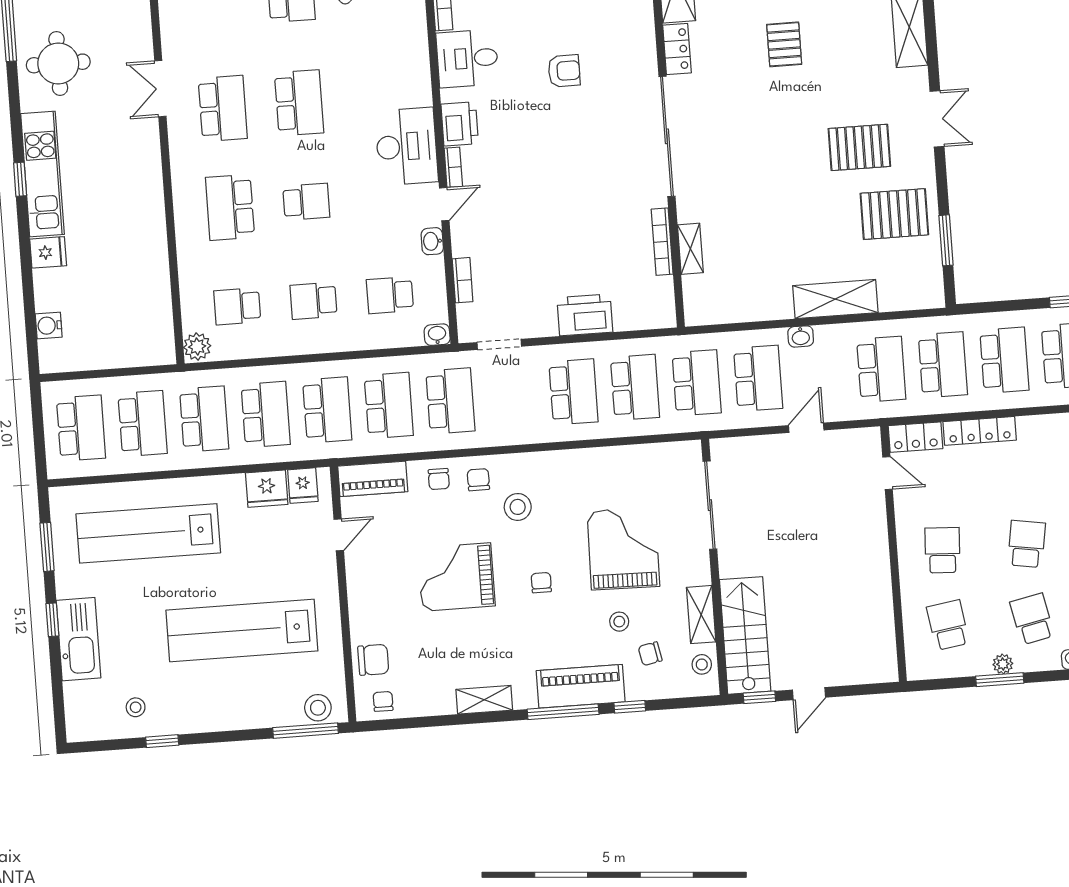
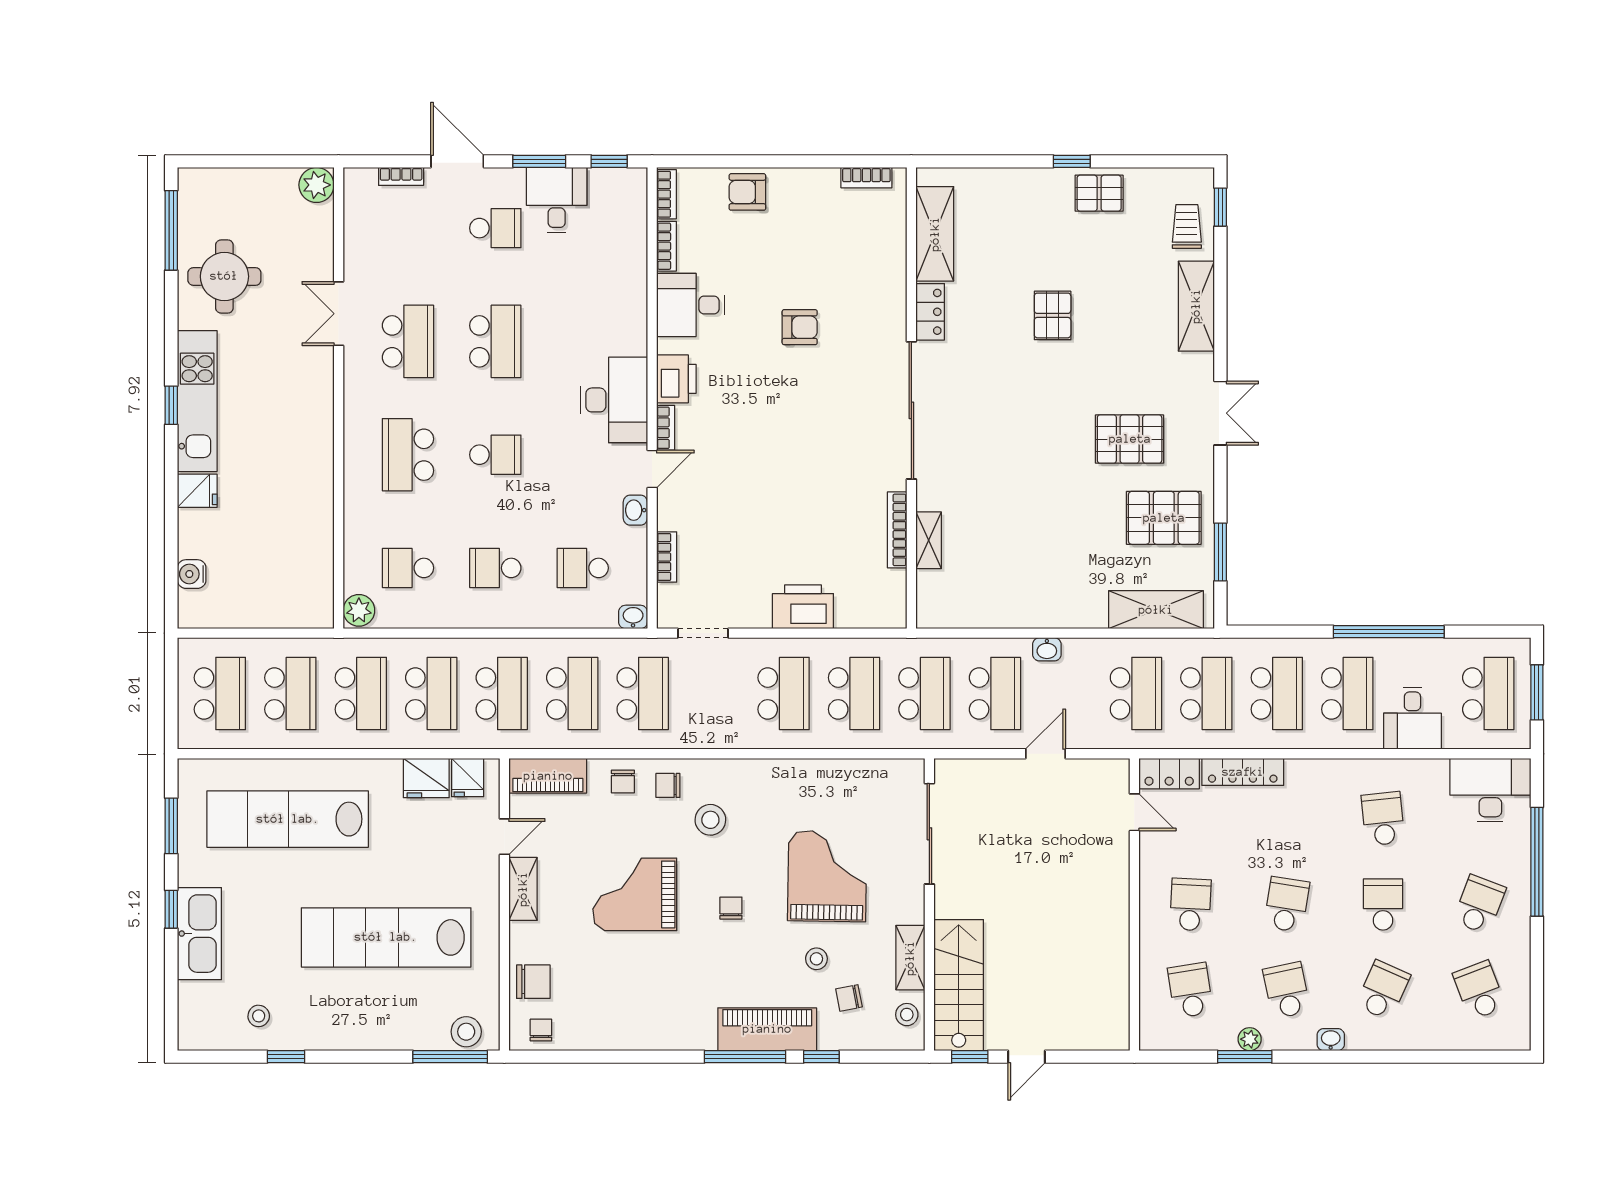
shelving: (835, 299) -> (1156, 610), moved
chair: (478, 480) -> (668, 785), turned -90
shelving: (484, 700) -> (523, 889), moved, turned 90

